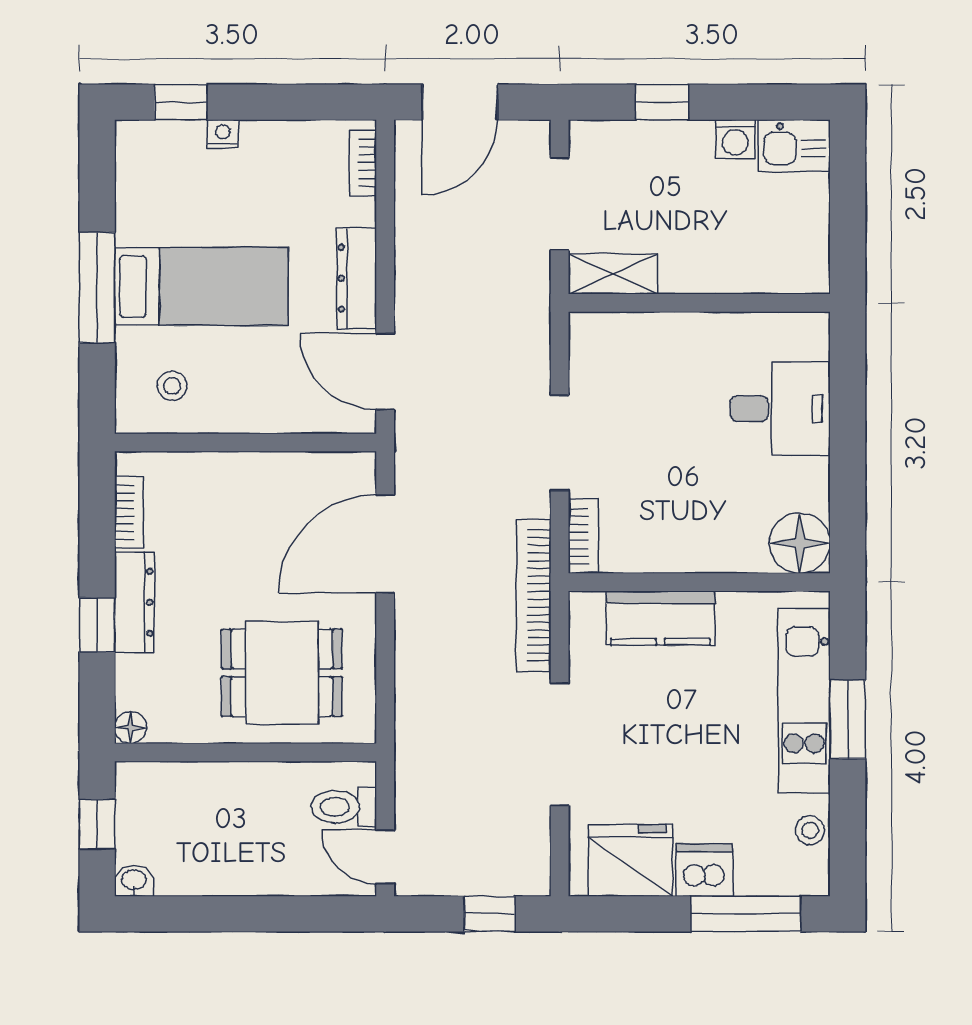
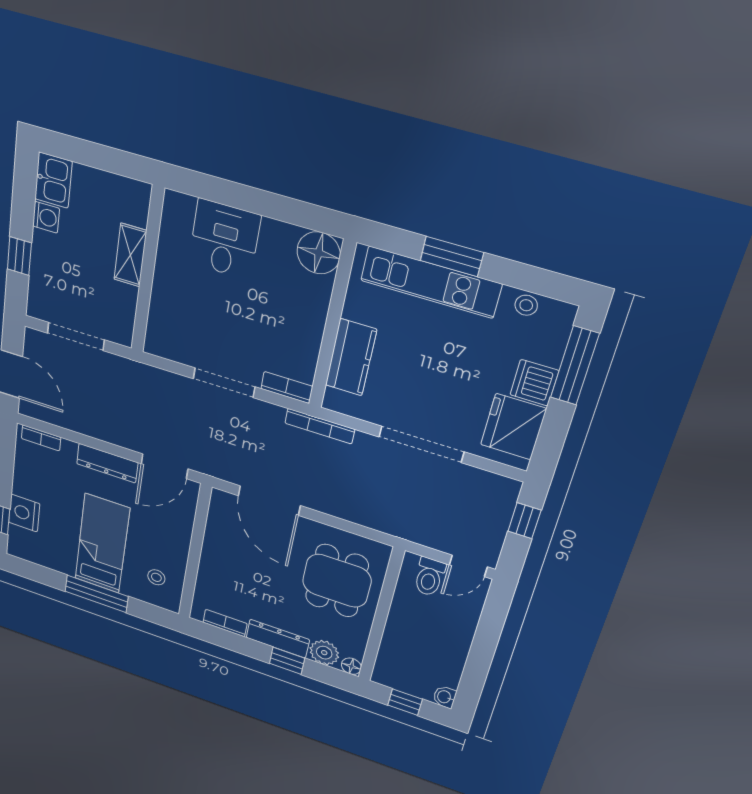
nightstand: (223, 134) -> (24, 513), width x1.89, depth x1.79
shelving: (613, 274) -> (130, 255), moved
bookcase: (534, 595) -> (320, 426), width x0.68, depth x0.76
plant: (139, 680) -> (324, 653), added

